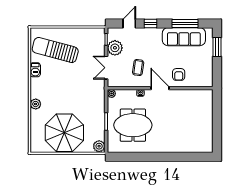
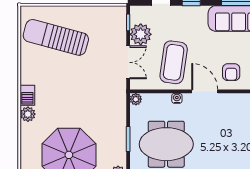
double door: (106, 68) -> (128, 62), swing flipped
coffee table: (138, 68) -> (174, 62), width x1.86, depth x1.72
barbecue: (35, 70) -> (27, 95), moved

